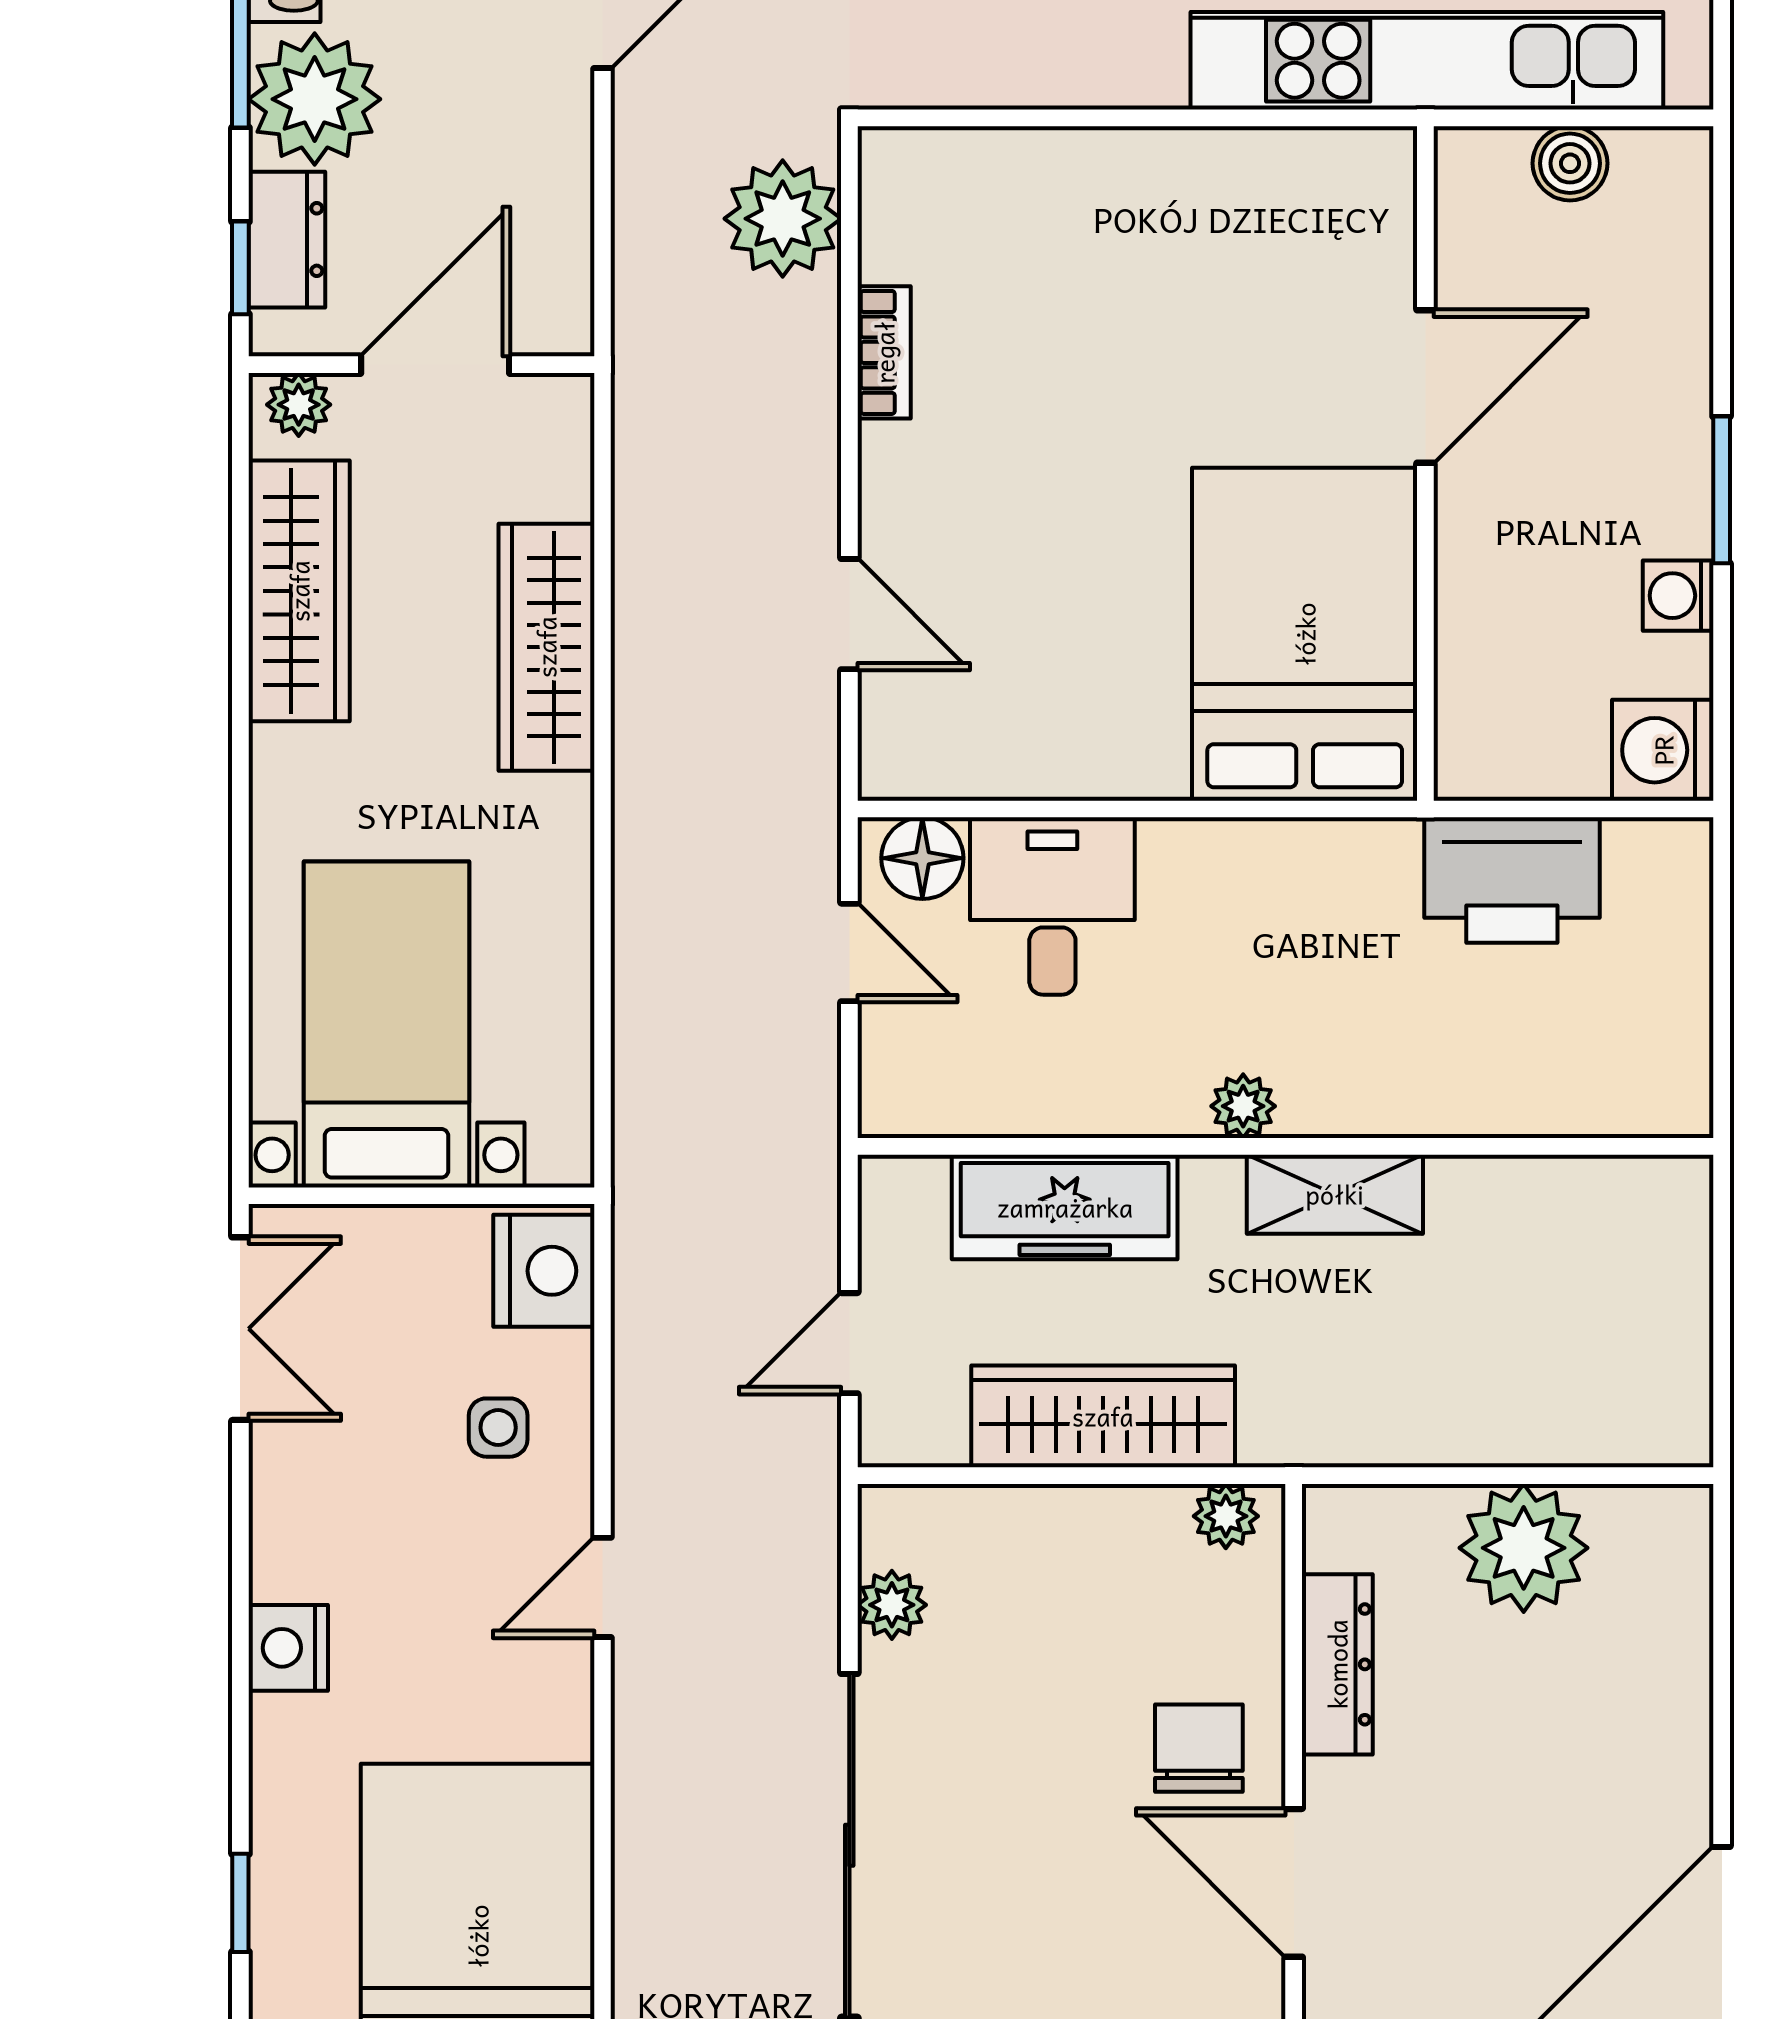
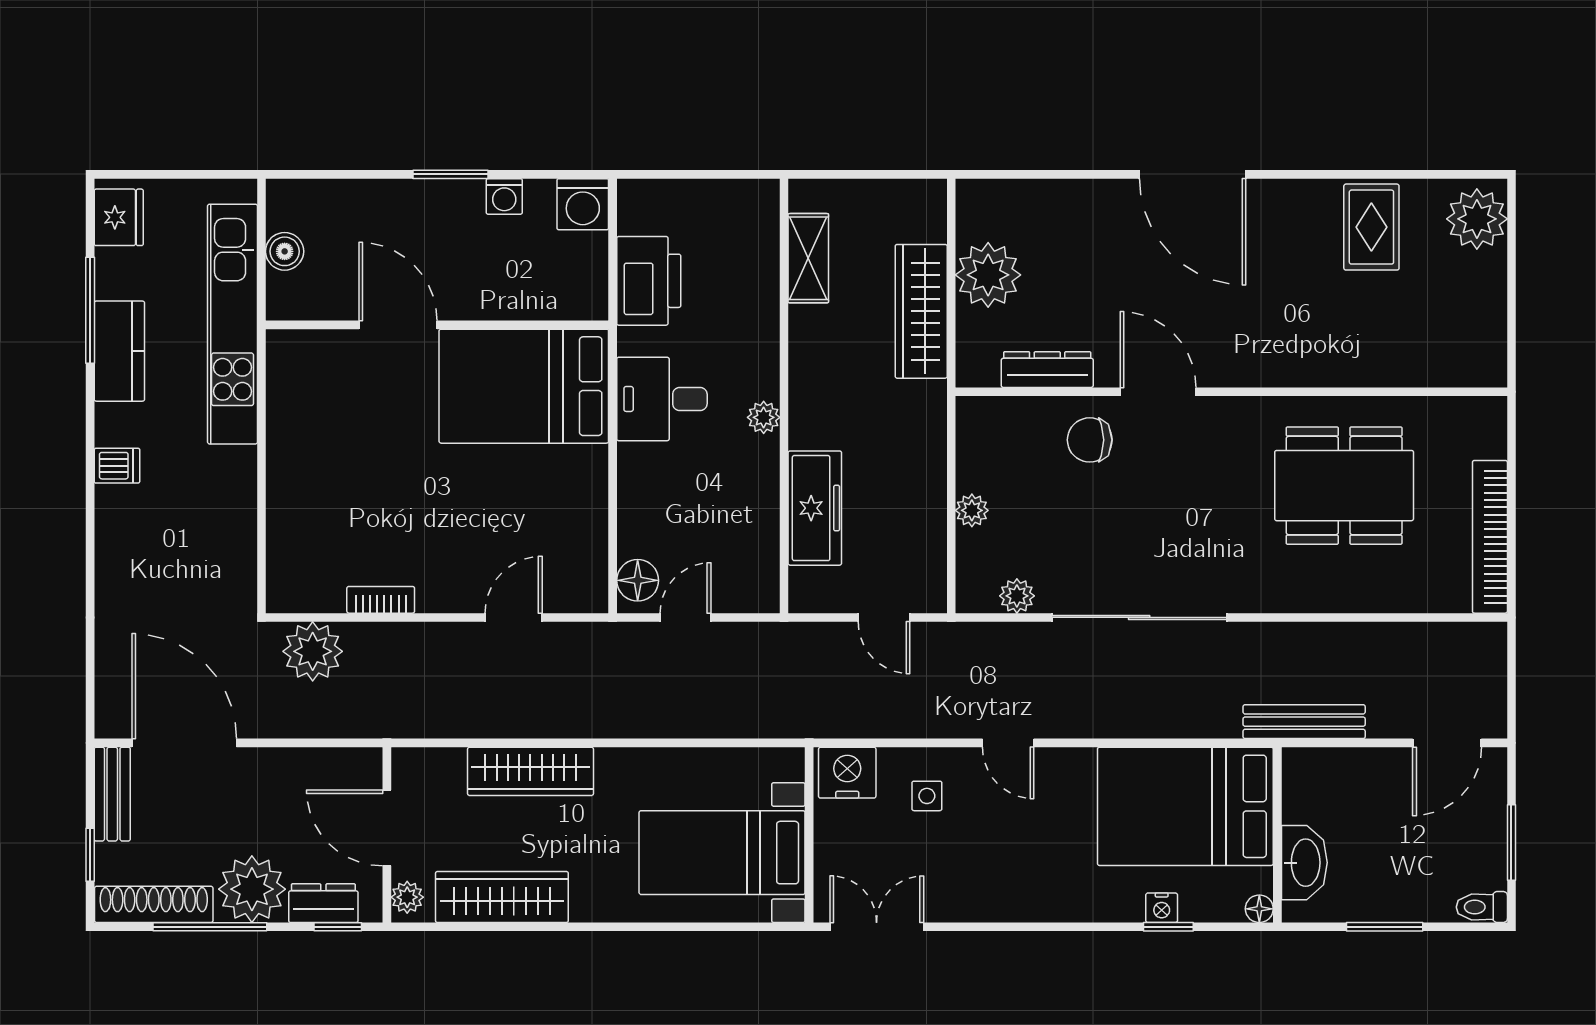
desk: (1052, 906) -> (662, 399), moved
shelving: (1335, 1194) -> (808, 258), moved
wardrobe: (1103, 1416) -> (921, 311), moved
plant: (1226, 1516) -> (972, 510), moved
nightstand: (288, 1648) -> (1162, 908), moved, width x0.72, depth x0.74
door: (1294, 1883) -> (1158, 392), swing flipped

